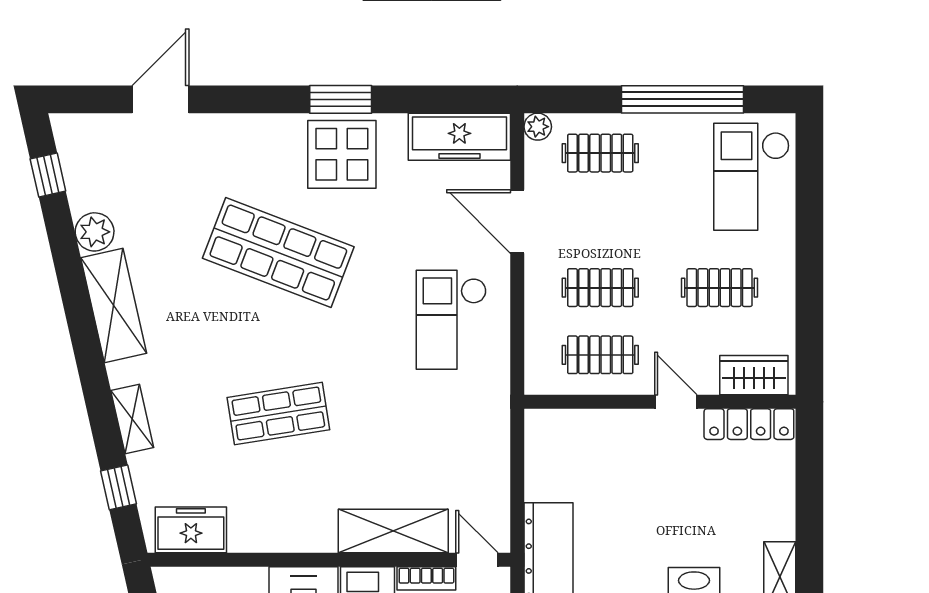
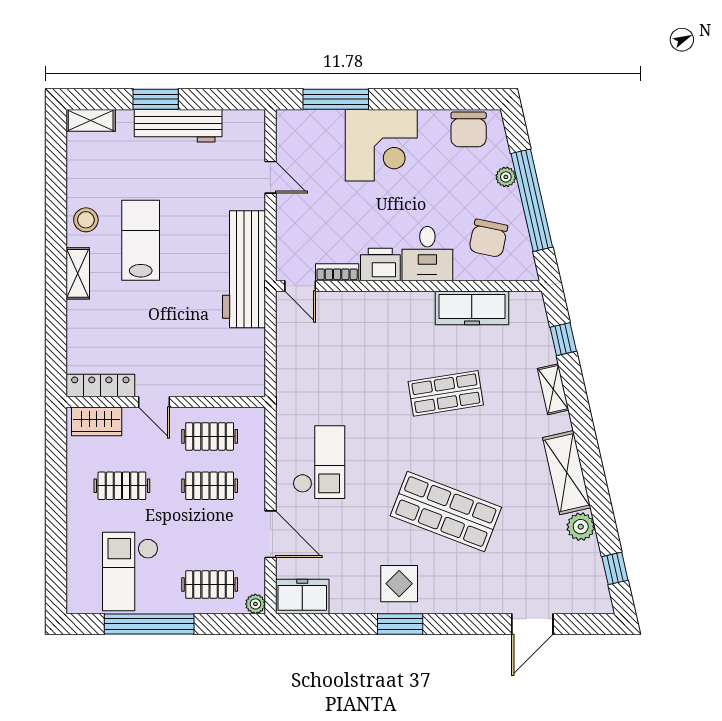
freezer: (459, 137) -> (302, 597), width x0.71
display table: (342, 154) -> (399, 584), width x0.73, depth x0.73
checkout: (752, 177) -> (130, 571), moved, turned 180
freezer: (191, 530) -> (472, 308), moved, width x1.40
shelving: (393, 531) -> (361, 307), removed

